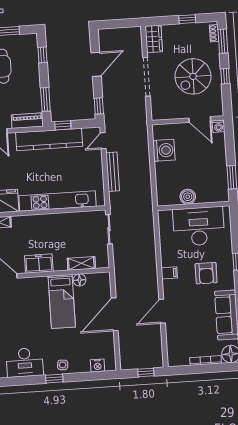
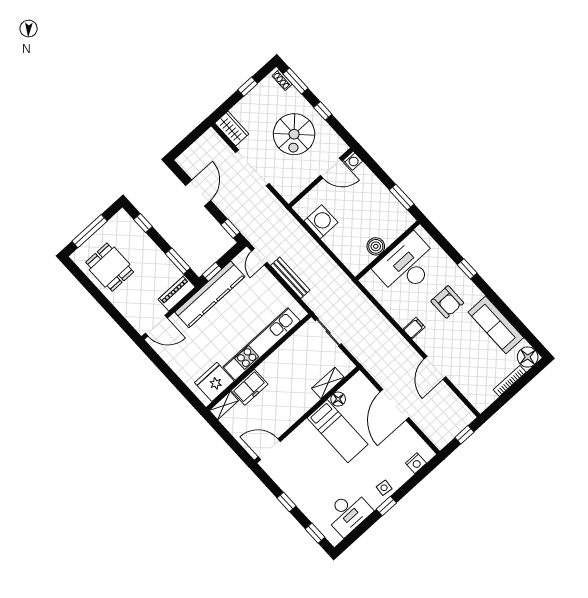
freezer: (39, 264) -> (250, 387), moved, turned 180

